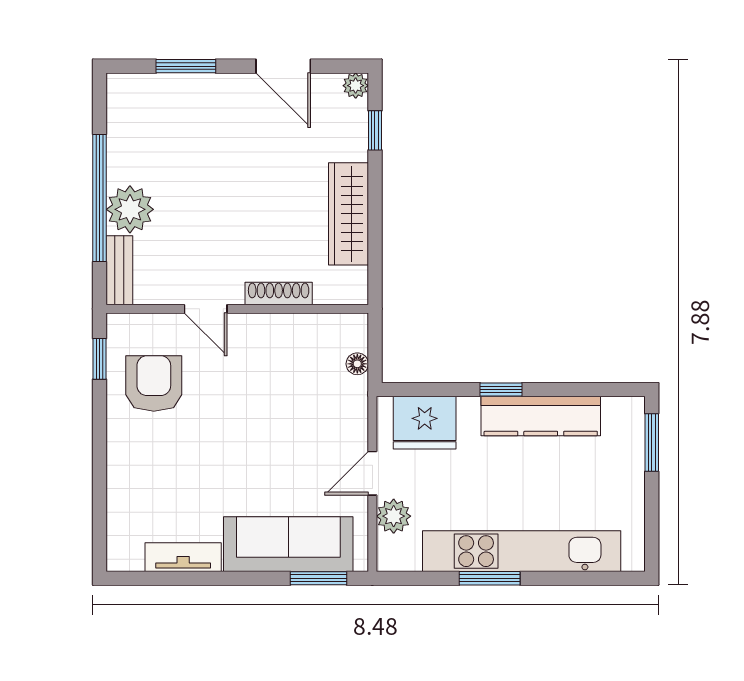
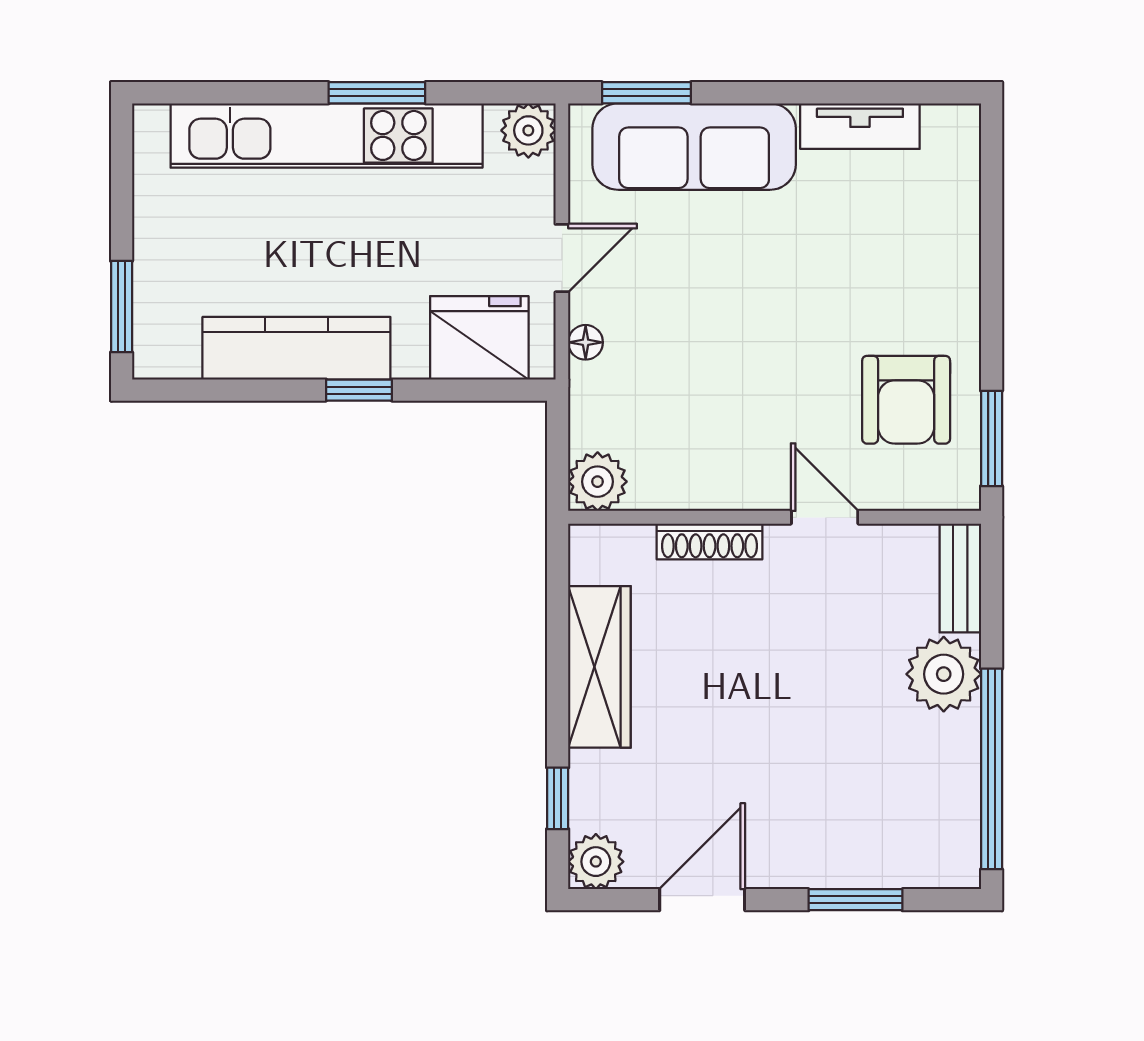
door: (283, 66) -> (702, 900), hinge flipped
plant: (356, 86) -> (596, 862), width x1.38, depth x1.38
window: (100, 198) -> (992, 769), moved
plant: (350, 331) -> (598, 482), added
window: (100, 359) -> (992, 438), width x1.50
floor lamp: (357, 364) -> (586, 342), moved
plant: (394, 516) -> (528, 130), moved

